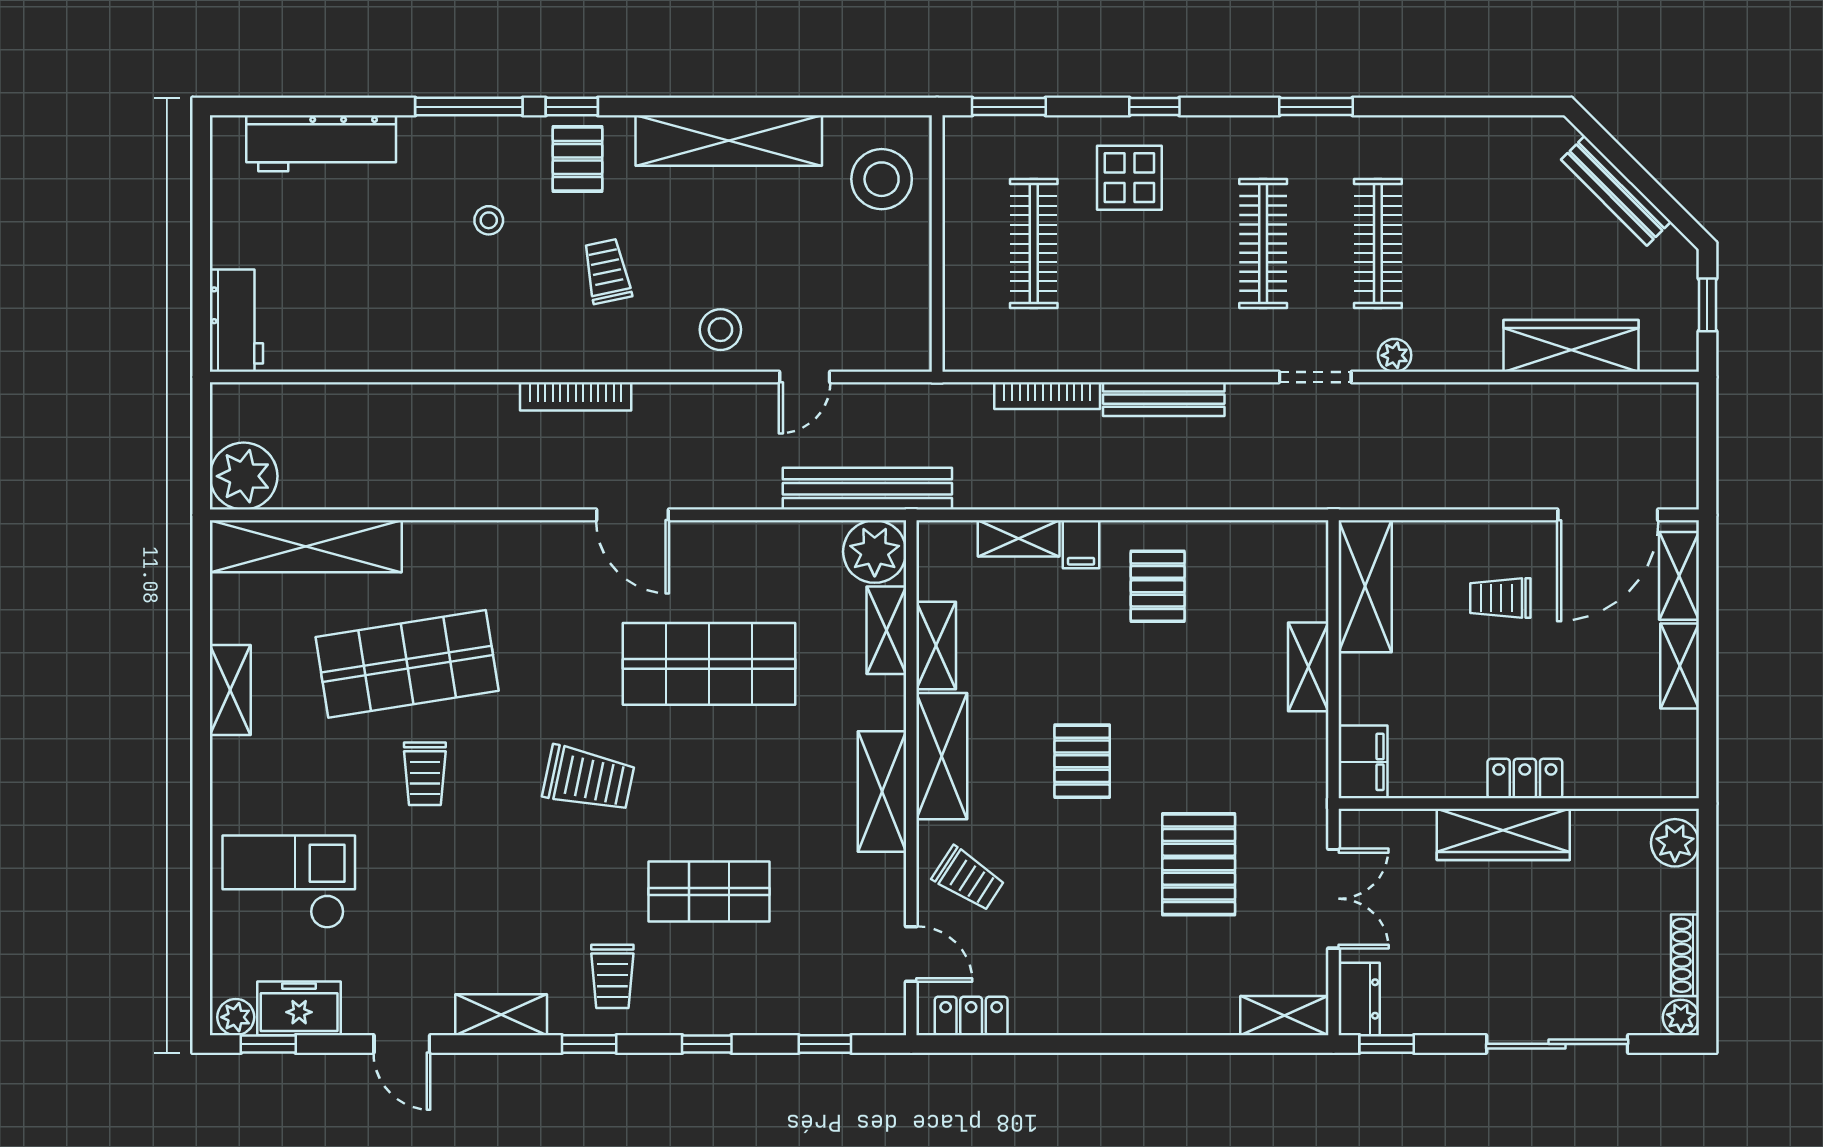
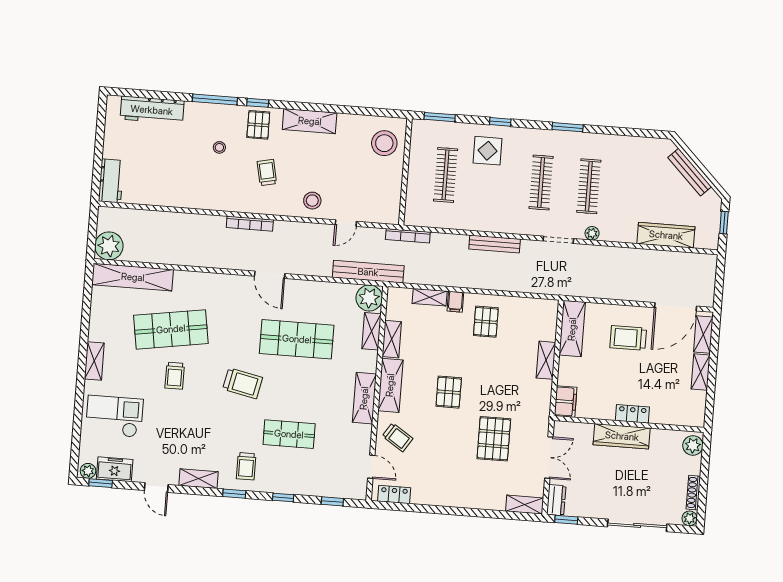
shelving: (729, 141) -> (310, 121), width x0.68
bookcase: (1047, 396) -> (408, 236), moved
trolley: (1500, 598) -> (628, 338), width x1.36, depth x1.39
shelving: (230, 690) -> (94, 361), moved

